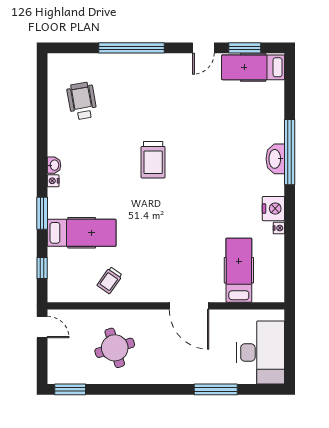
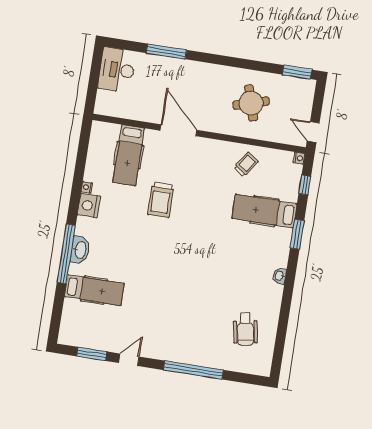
hospital bed: (253, 67) -> (94, 290), moved
trolley: (153, 160) -> (161, 200), moved, turned 180
nightstand: (53, 181) -> (299, 158), moved
desk: (261, 353) -> (117, 70), width x0.73, depth x0.77

